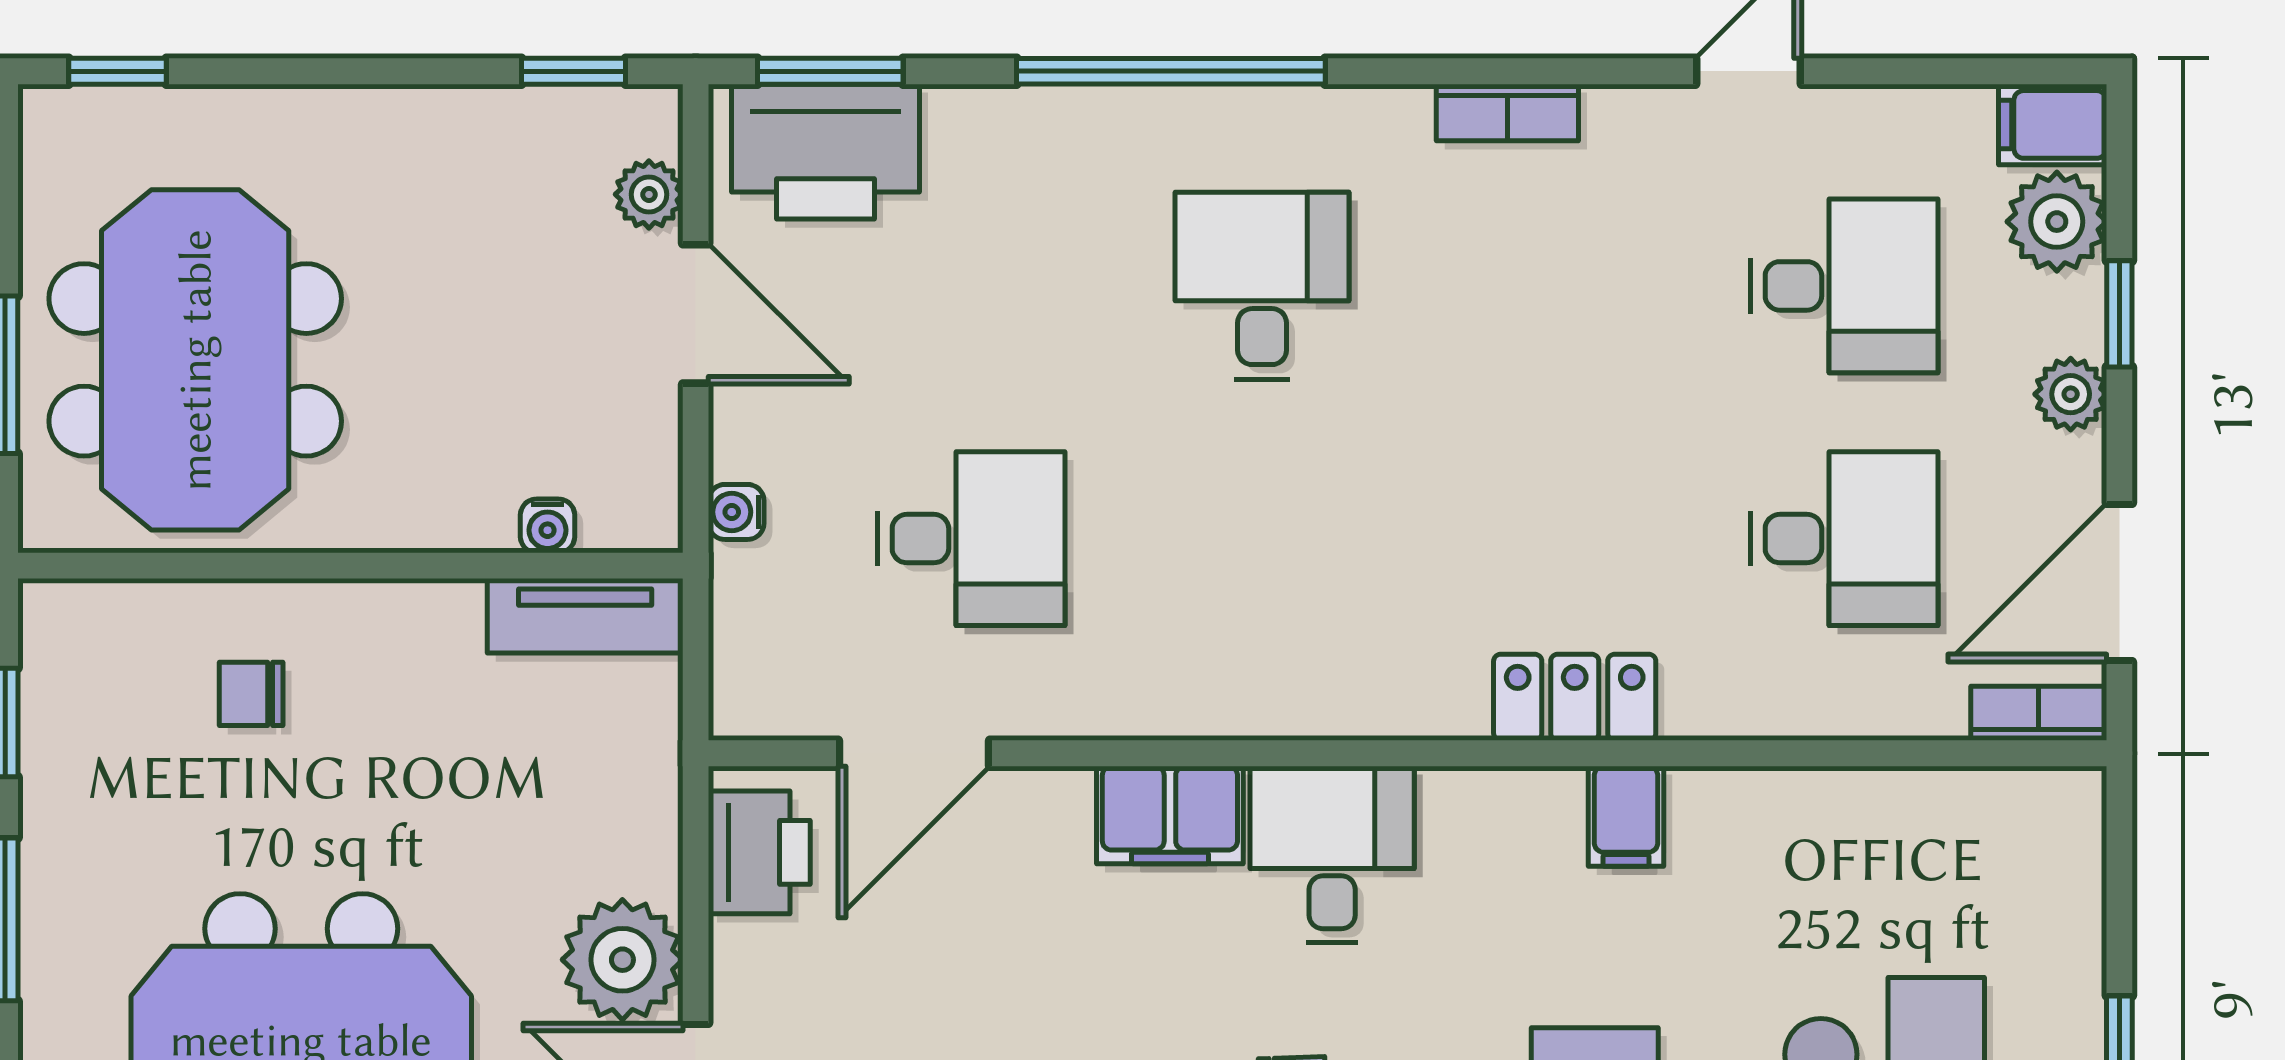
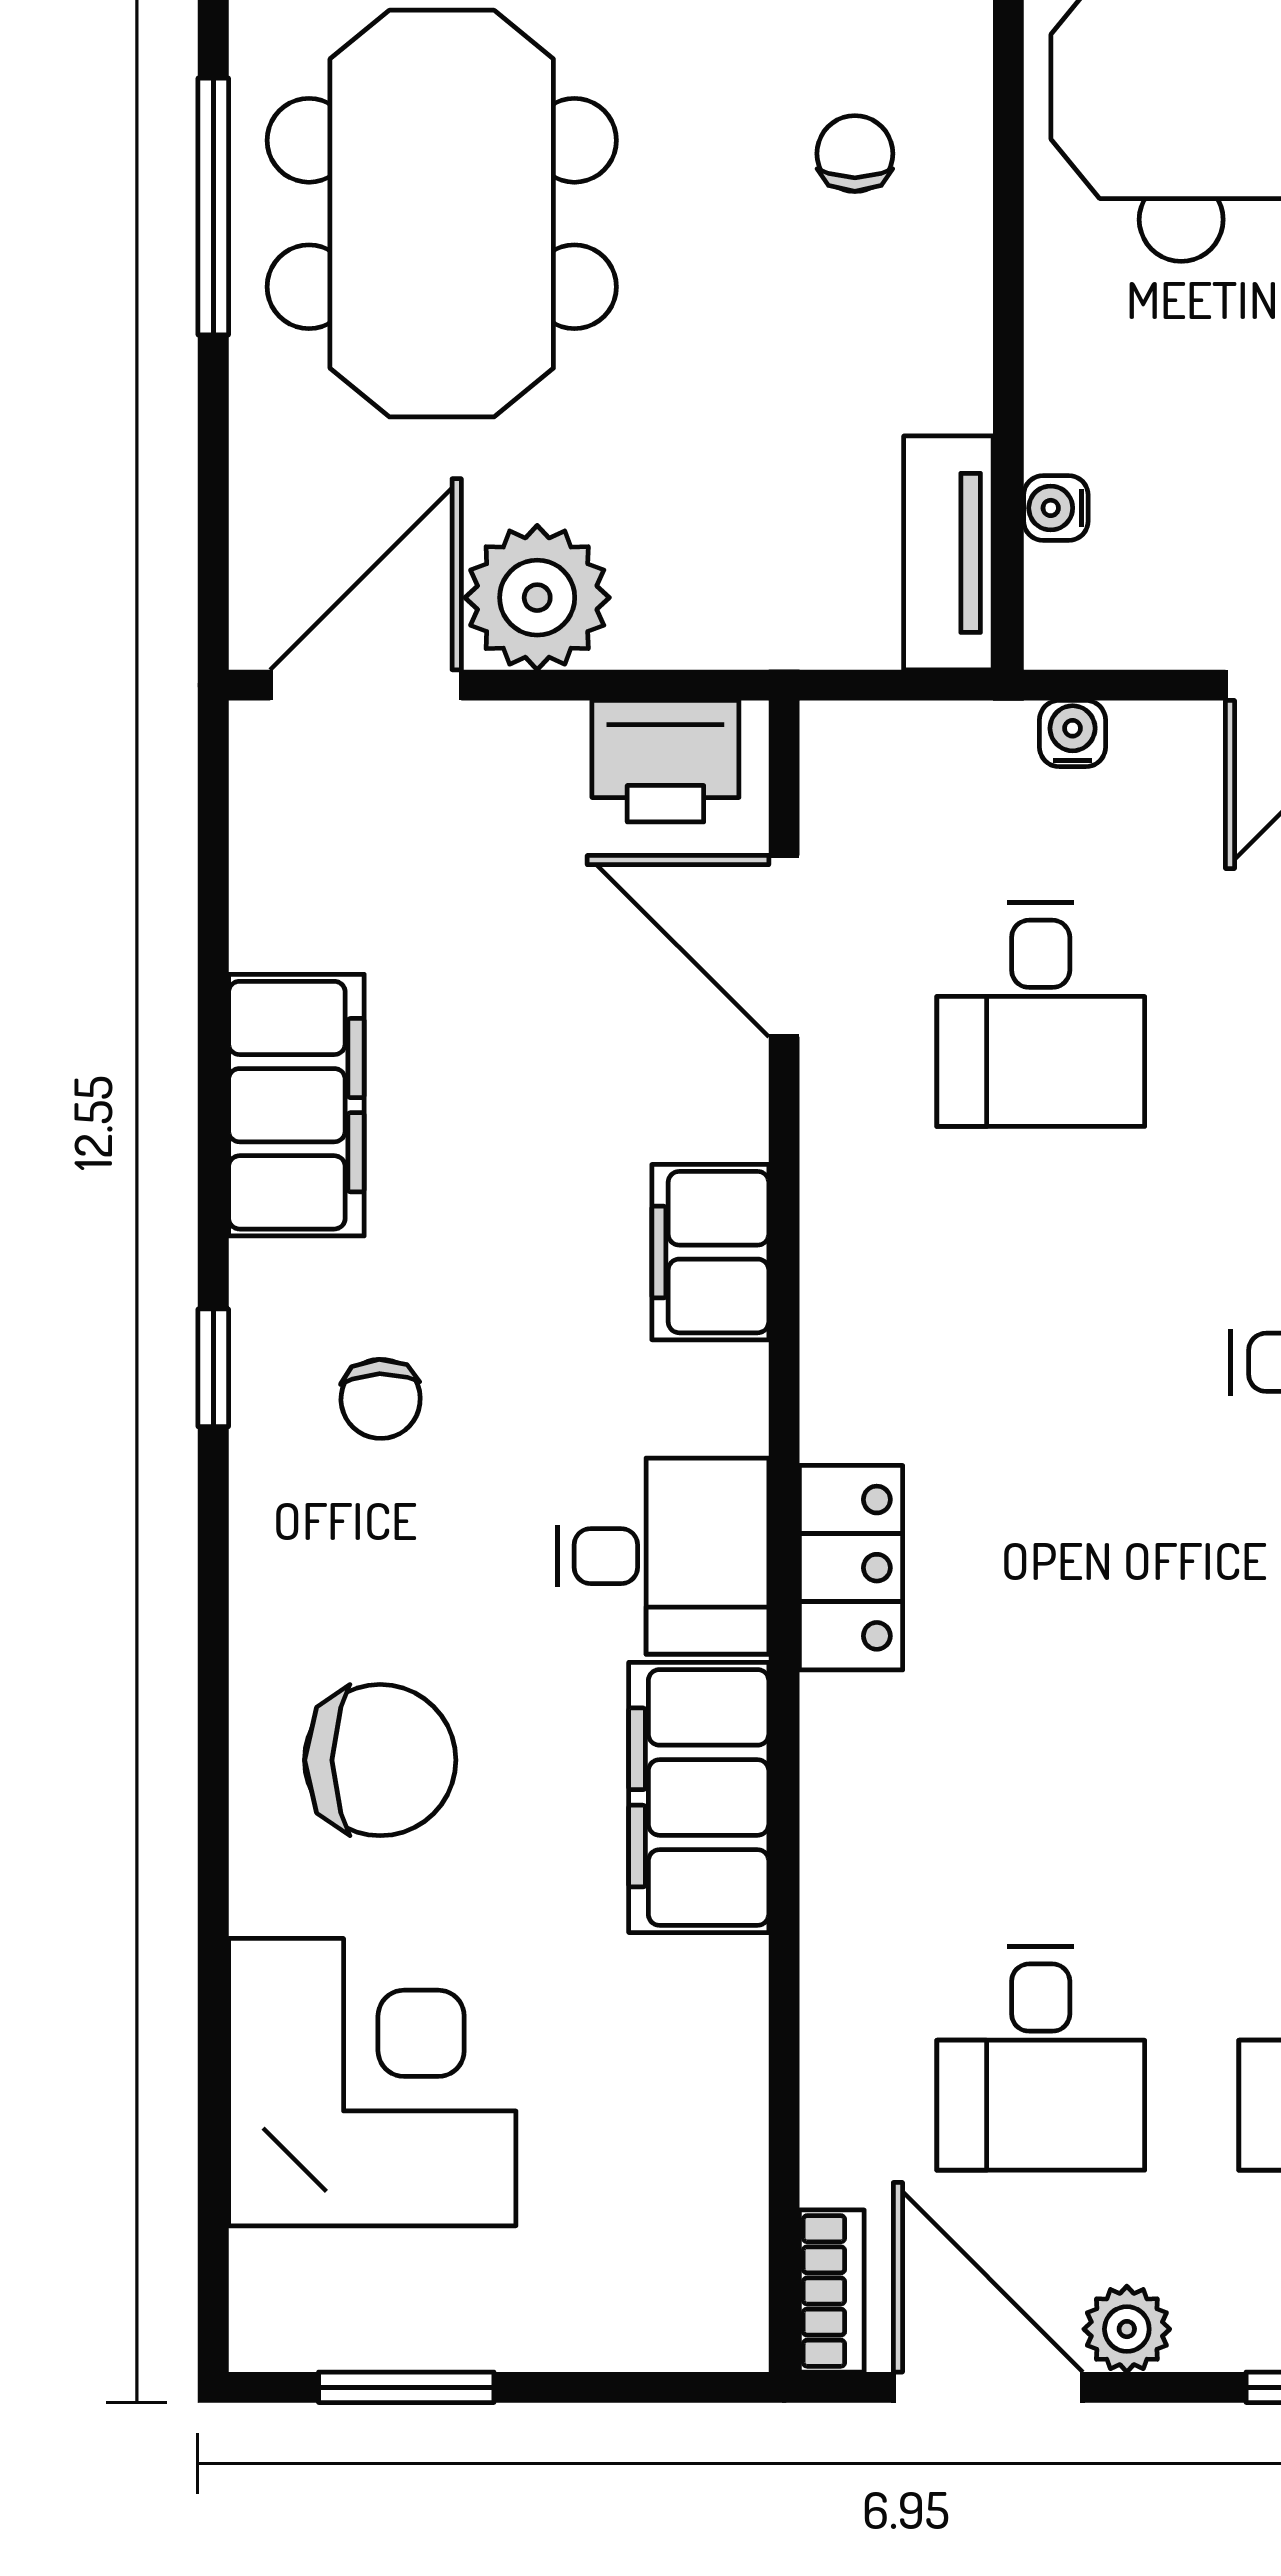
plant: (2071, 394) -> (1127, 2329), moved
locker: (1575, 697) -> (851, 1568), moved
filing cabinet: (1626, 816) -> (699, 1797), width x3.00, depth x1.17
desk: (1332, 854) -> (663, 1556), moved

